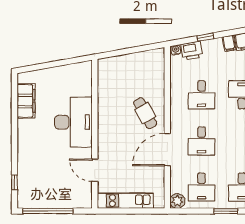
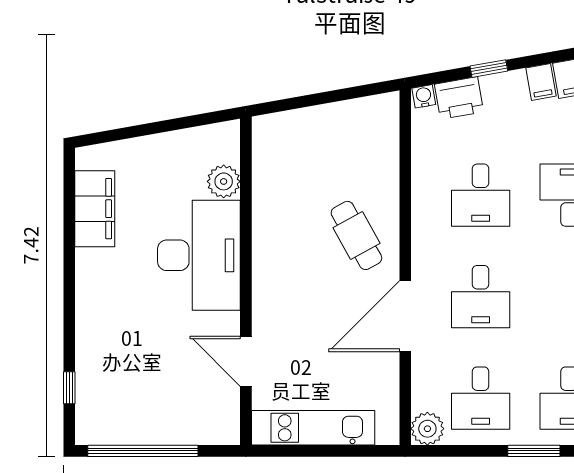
plant: (85, 89) -> (224, 181), added

